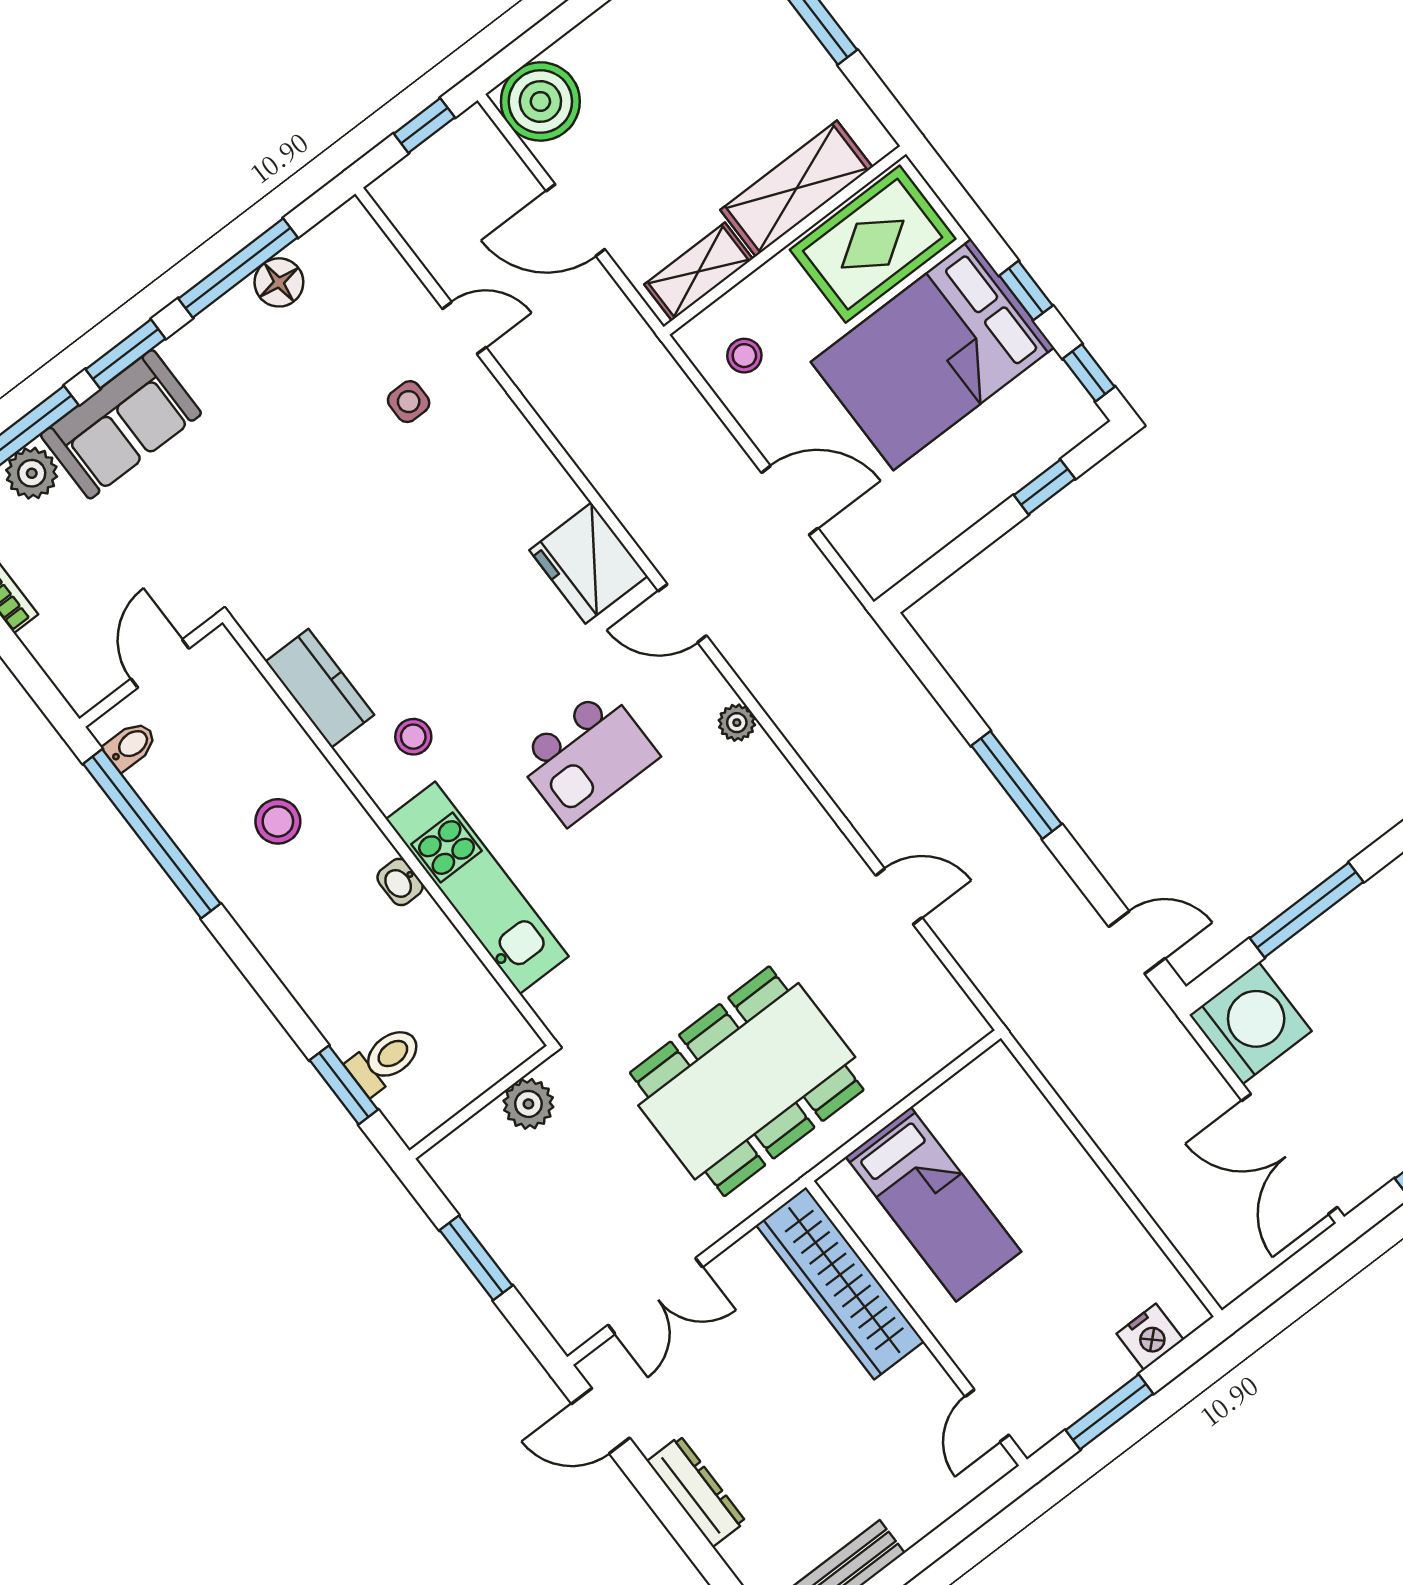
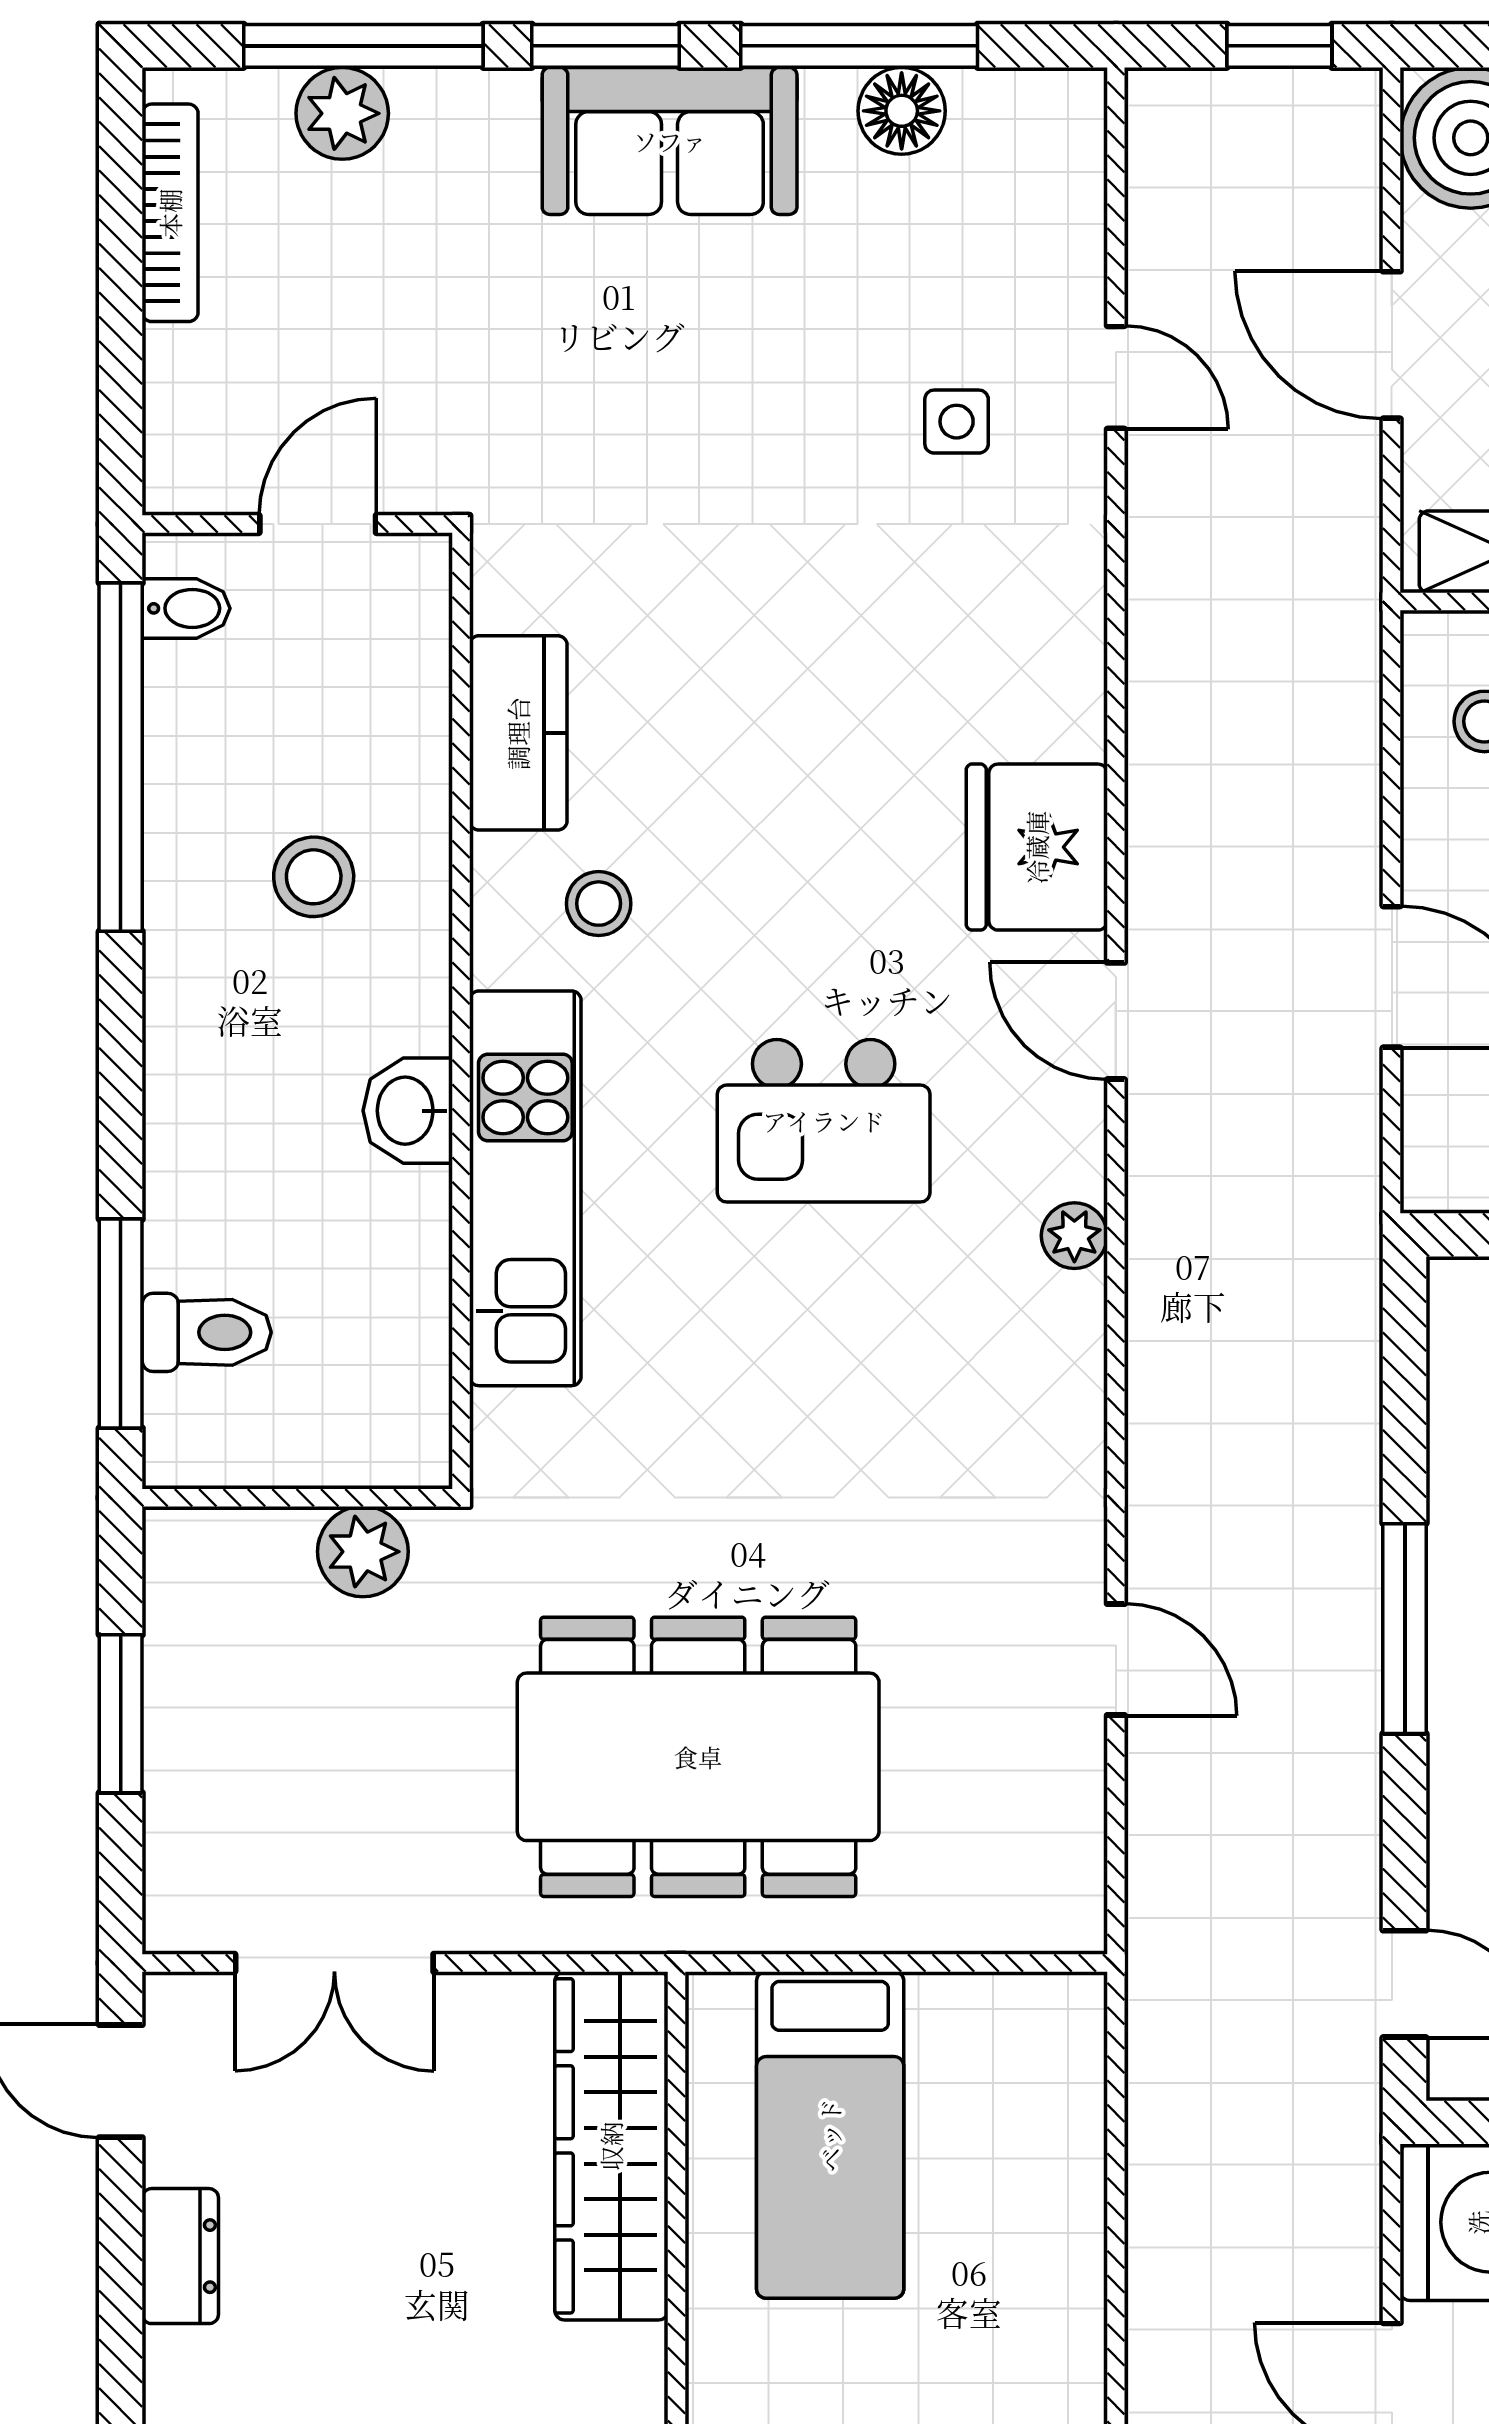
sofa: (121, 424) -> (670, 141), moved
washbasin: (400, 882) -> (408, 1111), width x1.38, depth x1.45
window: (344, 1085) -> (121, 1324), width x1.44
dresser: (696, 1491) -> (180, 2256), width x0.70

